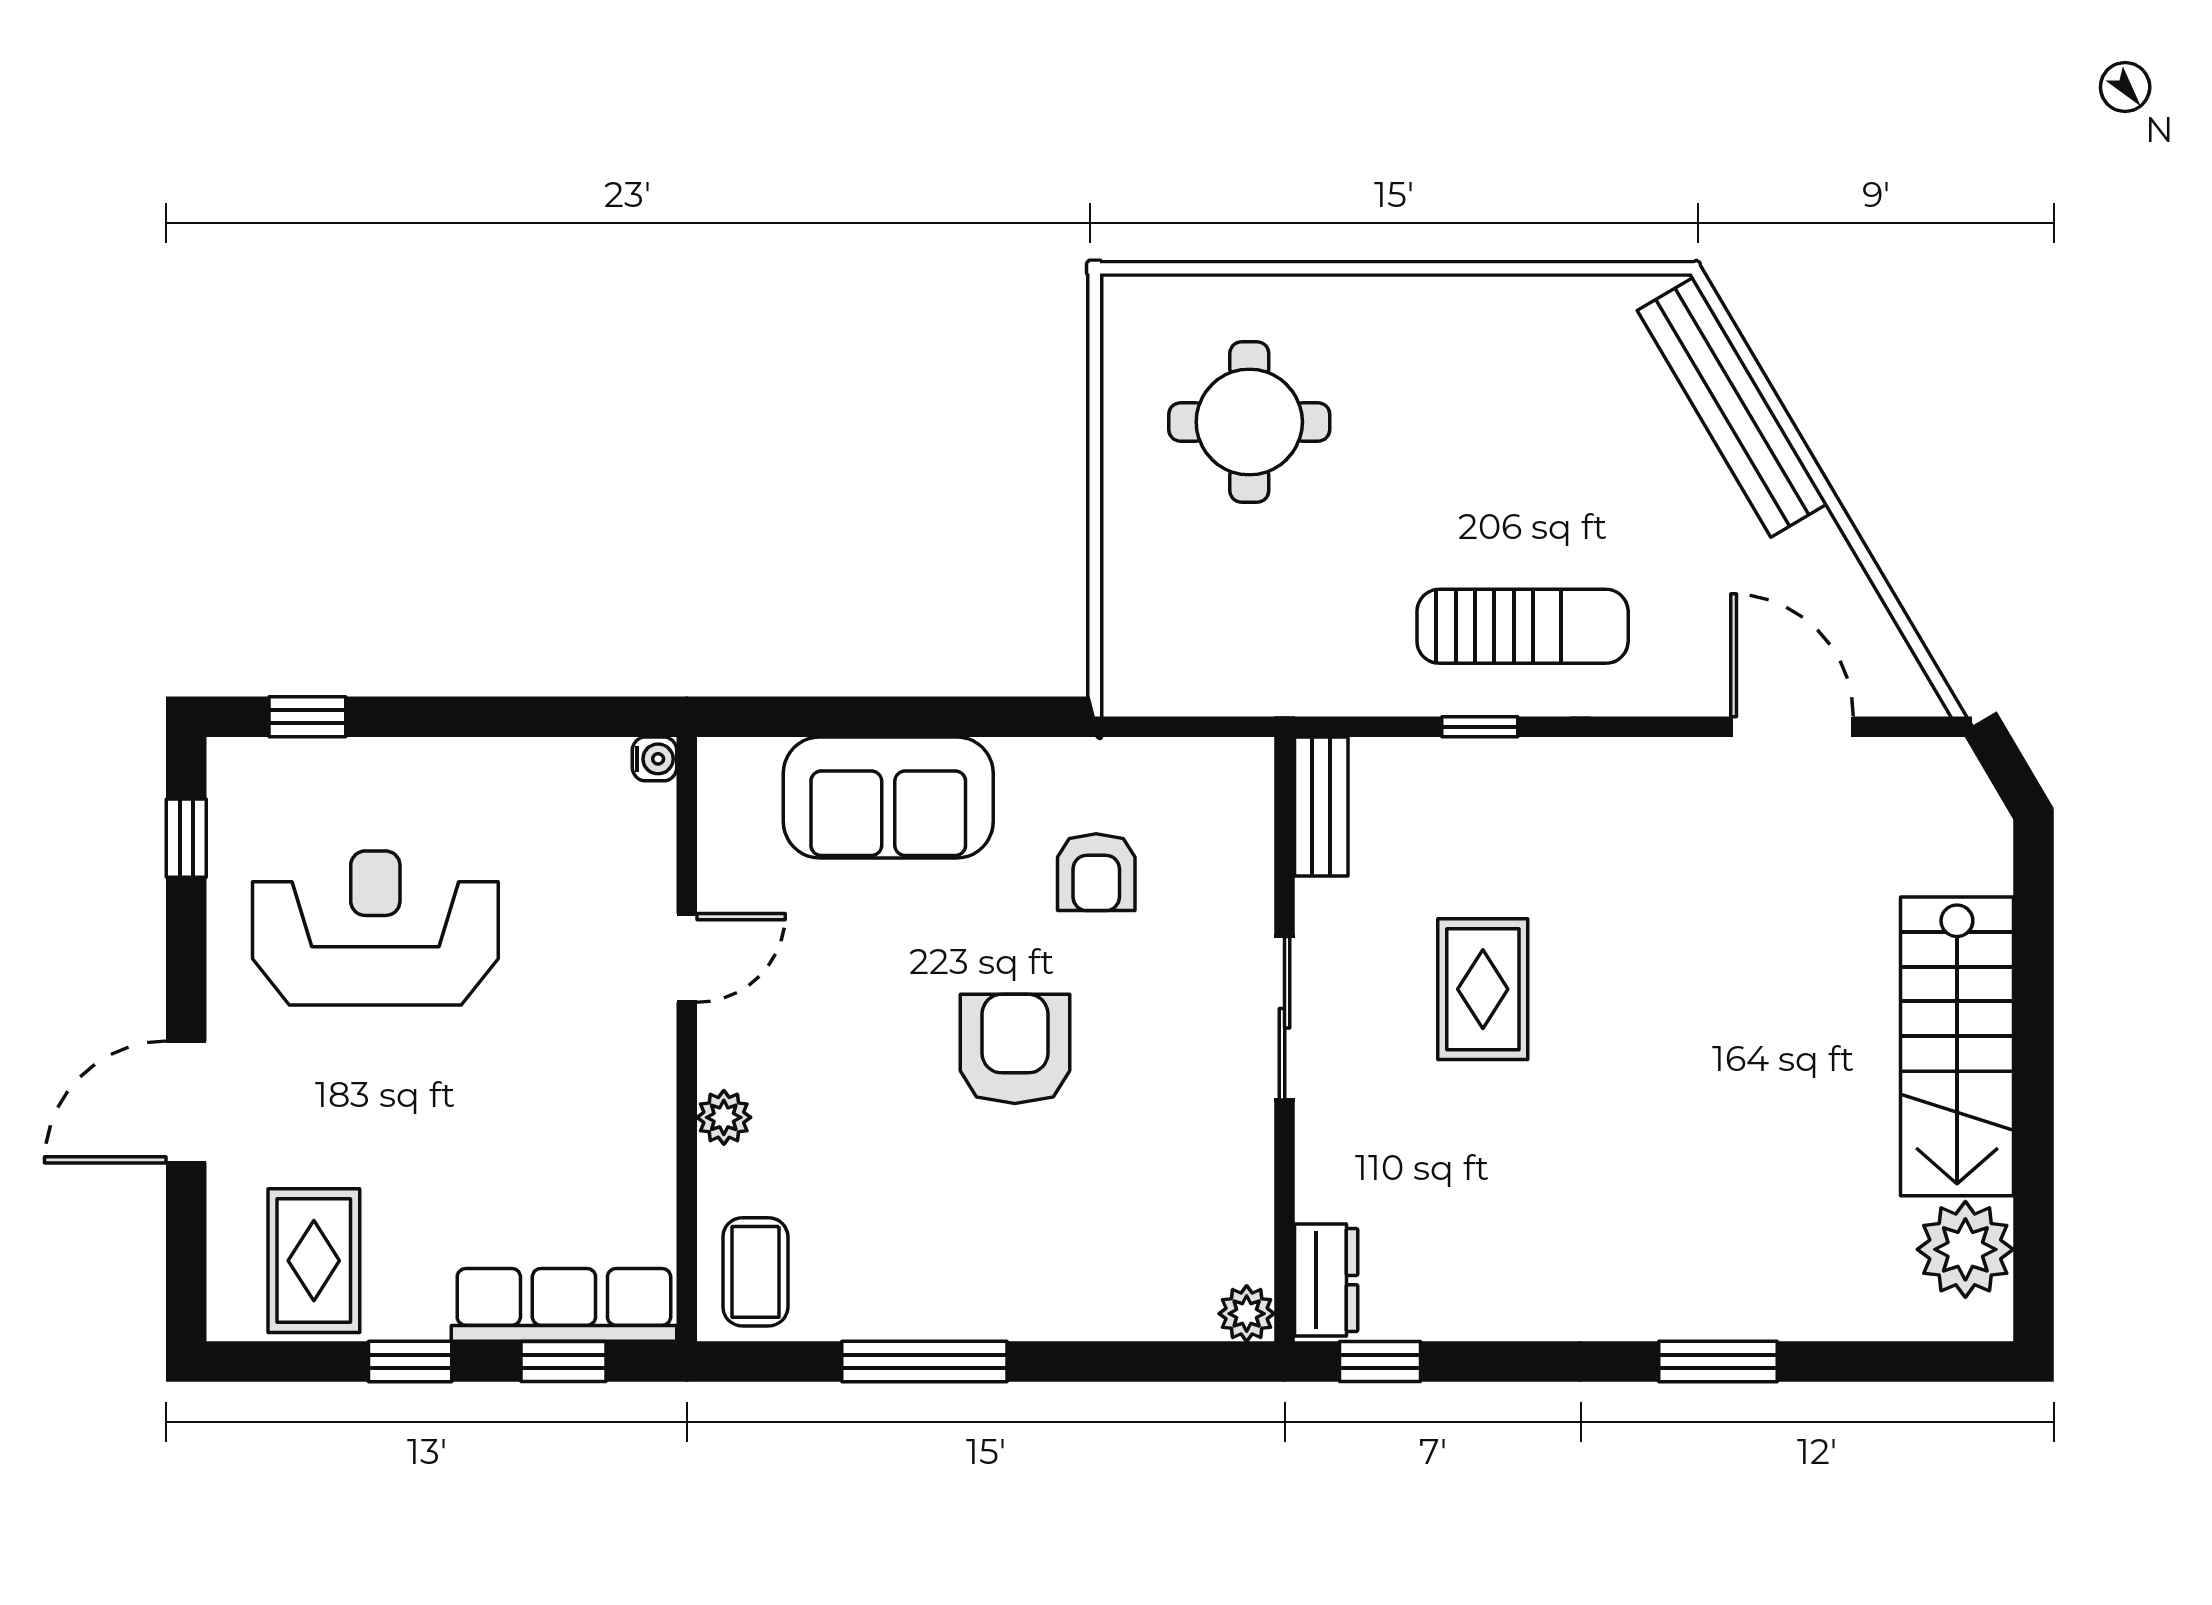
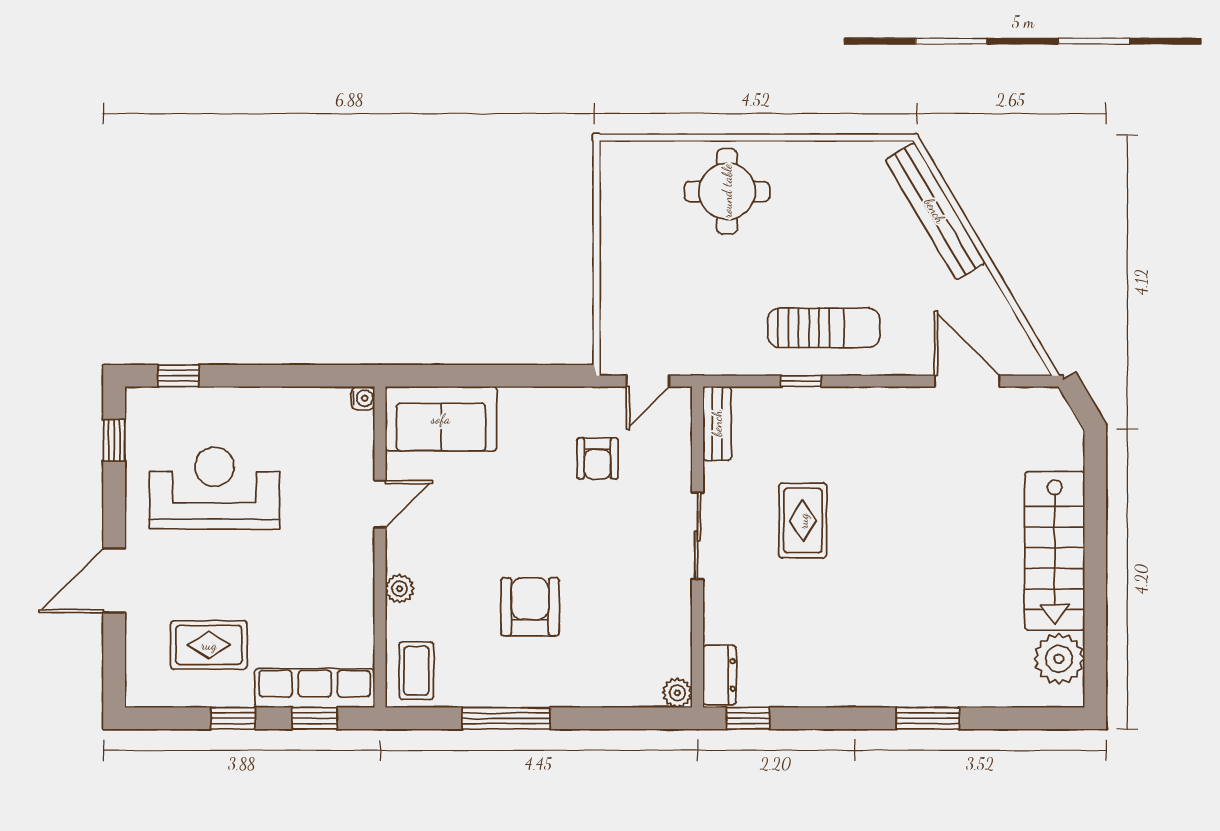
round table: (1249, 422) -> (727, 191), moved
door: (1191, 727) -> (648, 381), added
sofa: (888, 797) -> (441, 419), moved
armchair: (1015, 1049) -> (530, 607), moved
rug: (314, 1261) -> (209, 645), moved, turned 90

